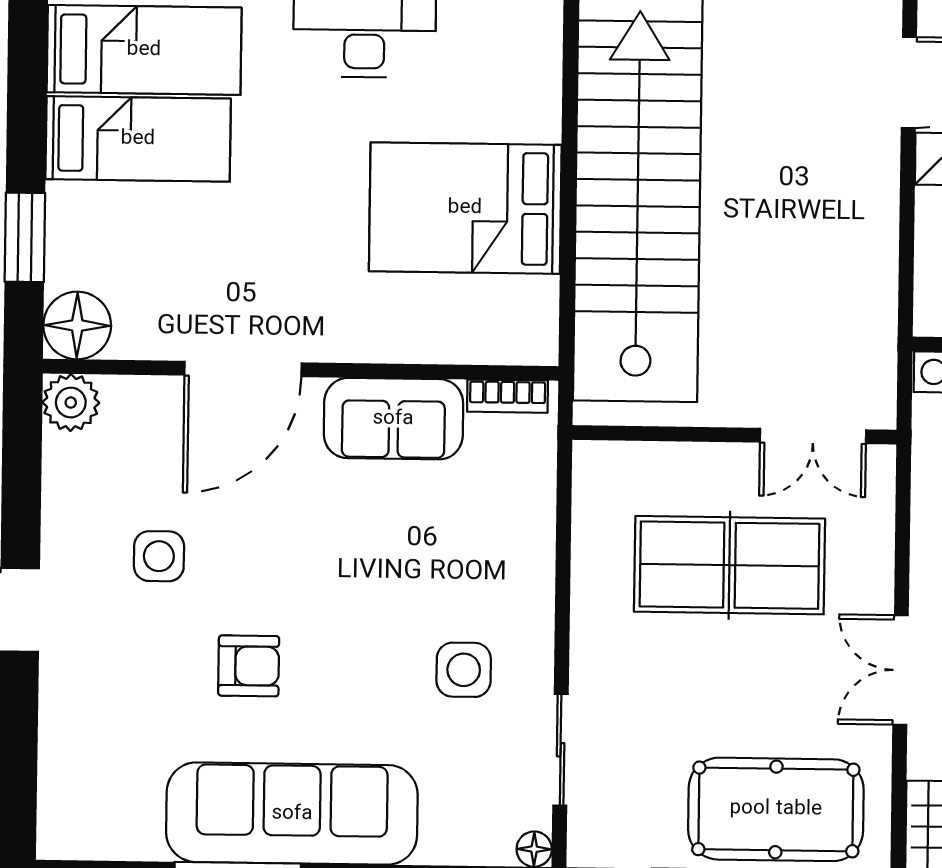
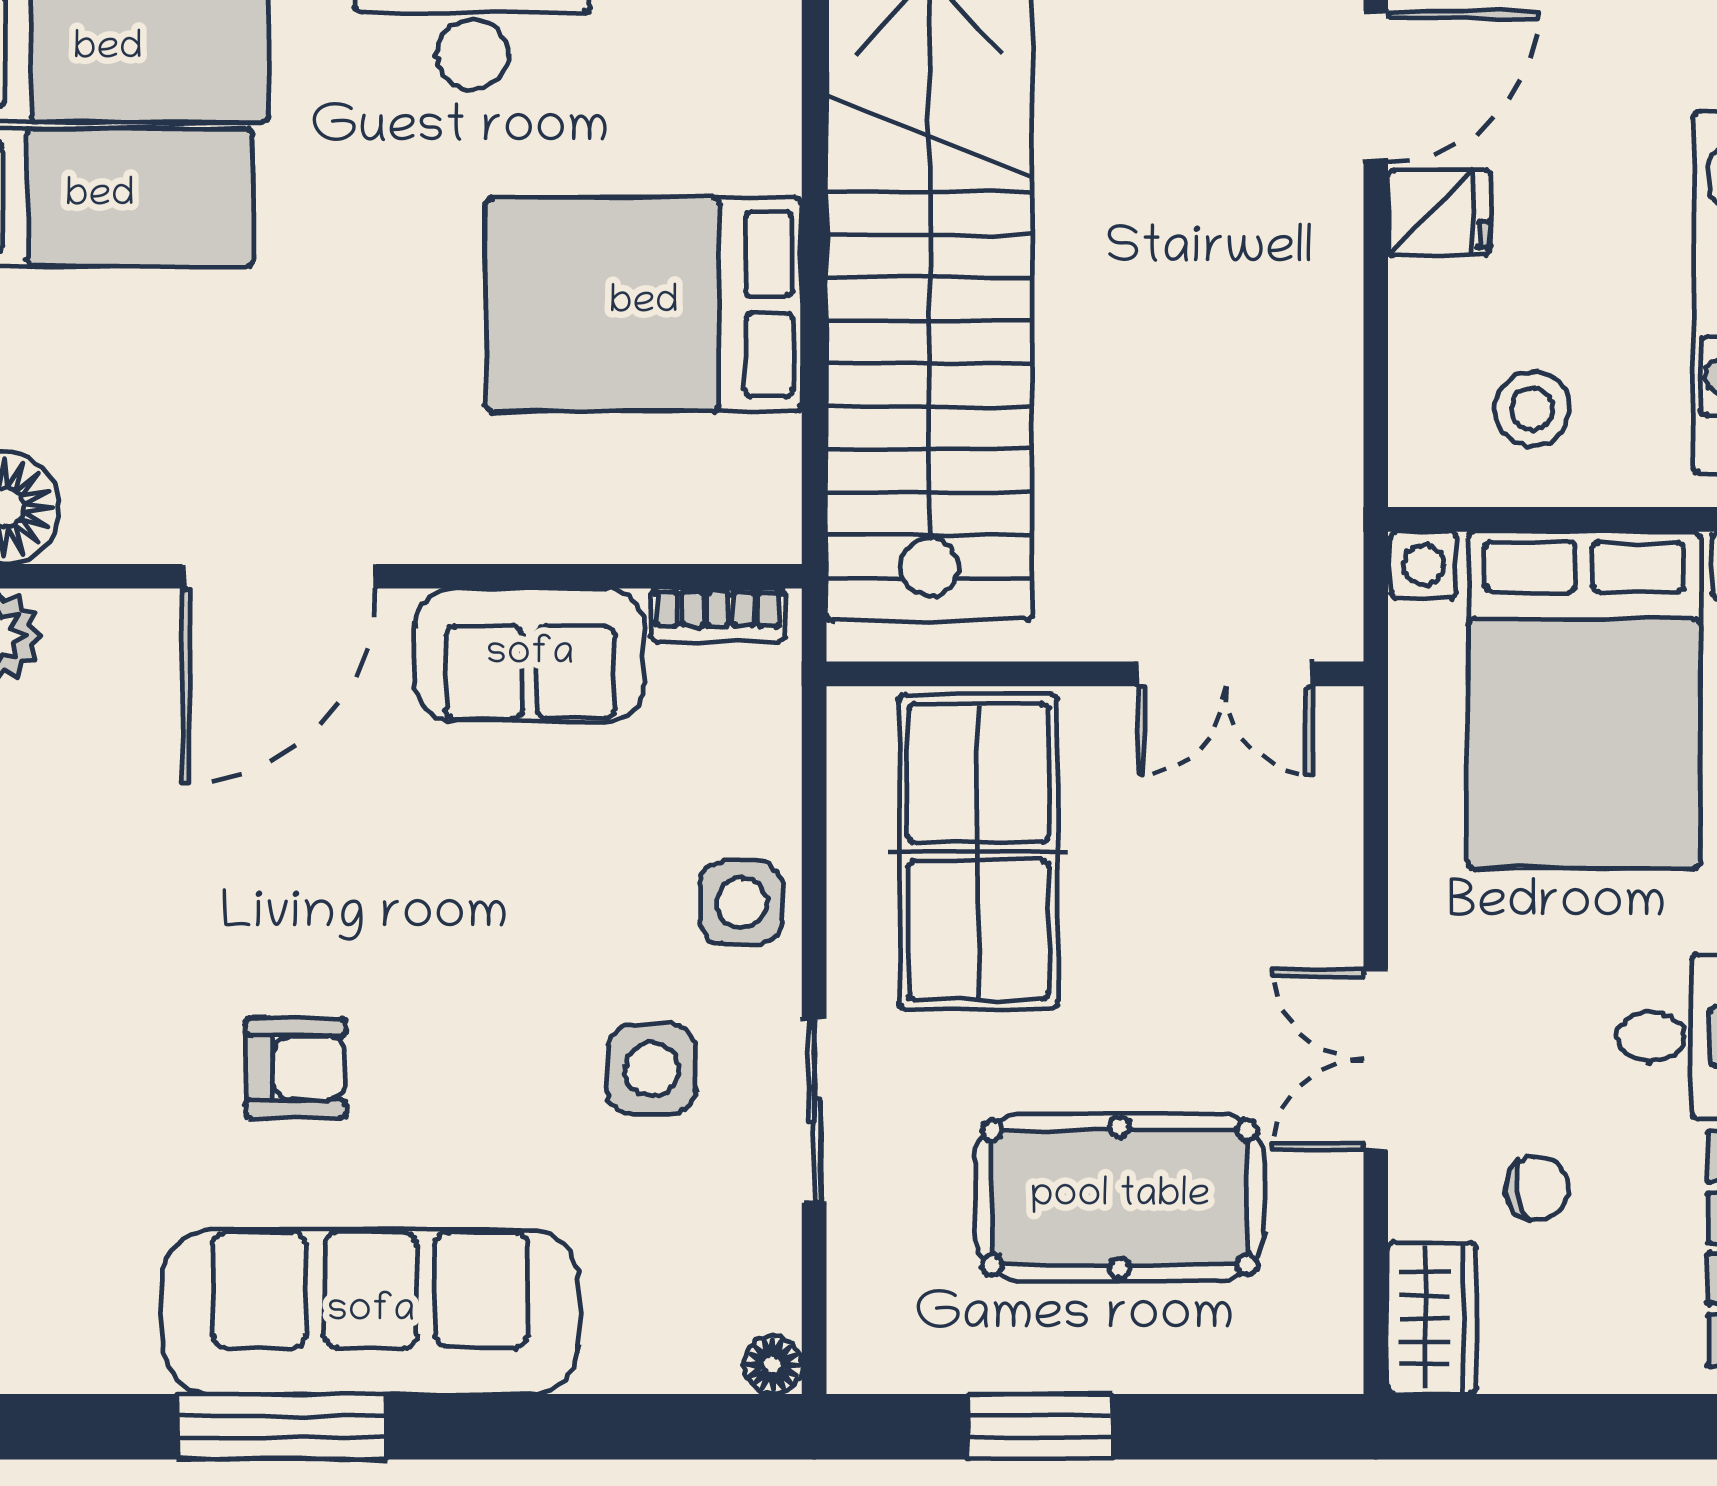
side table: (159, 556) -> (741, 903), moved
table tennis table: (729, 565) -> (978, 851), moved, turned 90
sliding door: (561, 750) -> (814, 1110), moved
pool table: (776, 809) -> (1120, 1197), moved

